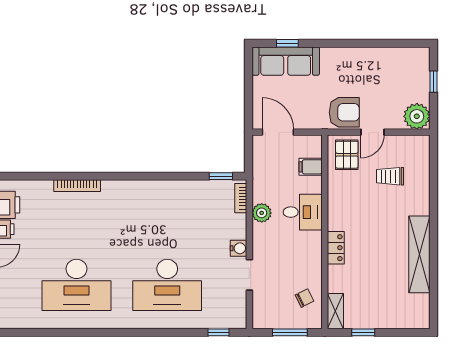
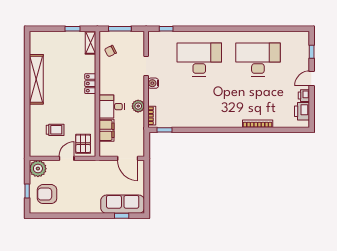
armchair: (344, 112) -> (47, 194), moved
filing cabinet: (311, 167) -> (107, 130), width x2.00

